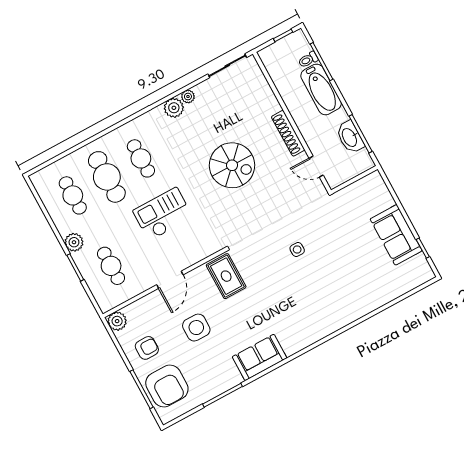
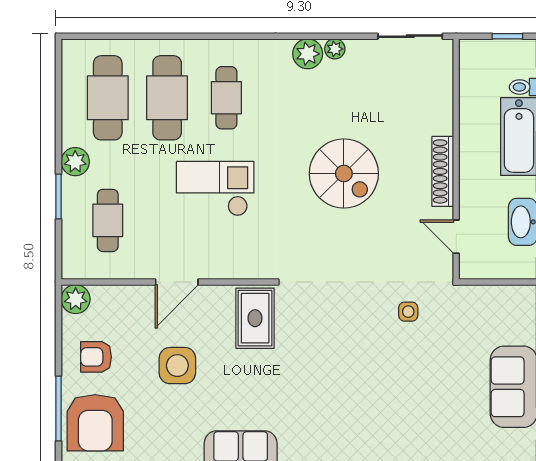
cafe table: (73, 195) -> (108, 98), width x1.37, depth x1.35
side table: (297, 250) -> (408, 312), moved
armchair: (147, 348) -> (96, 357), turned 180

